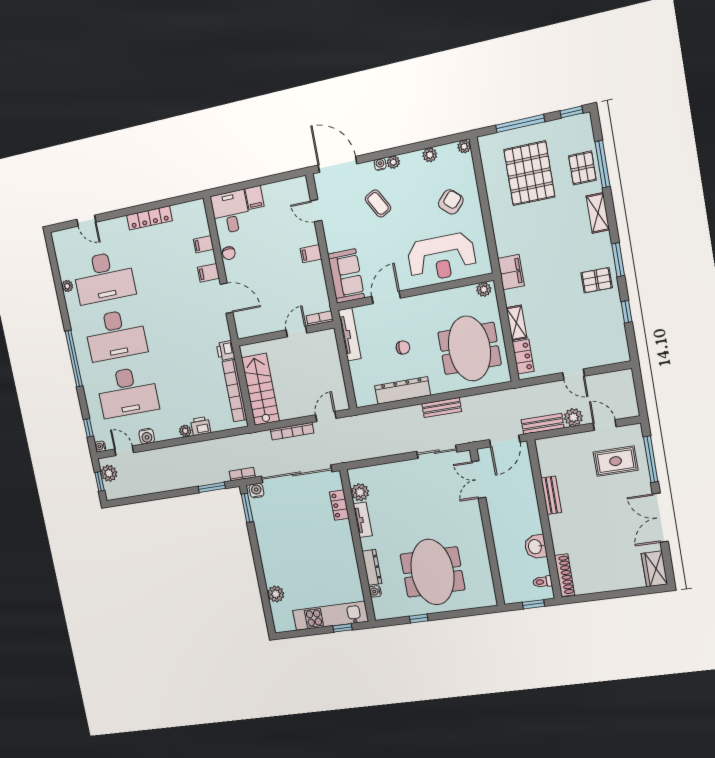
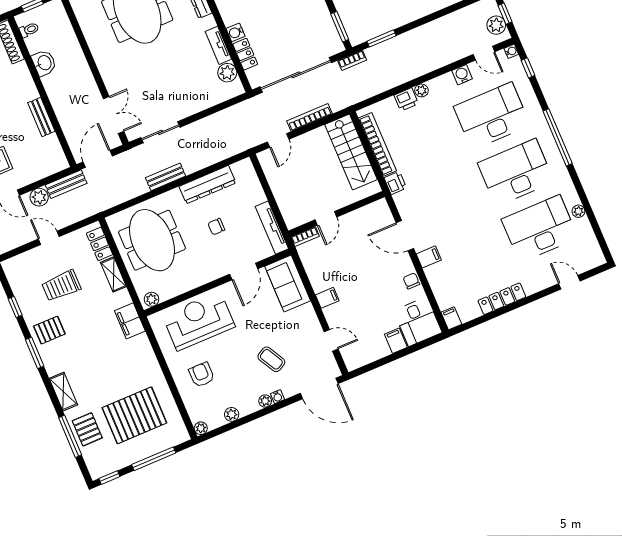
pallet: (529, 173) -> (134, 415), turned 90
armchair: (451, 202) -> (202, 375), turned 138
filing cabinet: (203, 244) -> (451, 318), moved, turned -90
trolley: (573, 323) -> (61, 286), added
water cooler: (256, 491) -> (236, 32), moved, turned 90

